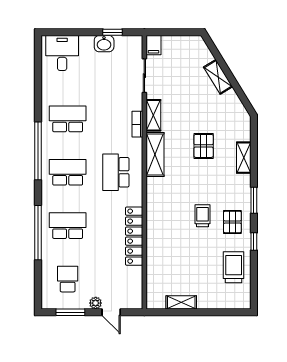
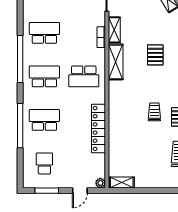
school desk: (116, 172) -> (84, 76), turned -90
shelving: (181, 302) -> (122, 182), moved
plant: (96, 303) -> (100, 183), moved
door: (111, 312) -> (80, 191), hinge flipped

